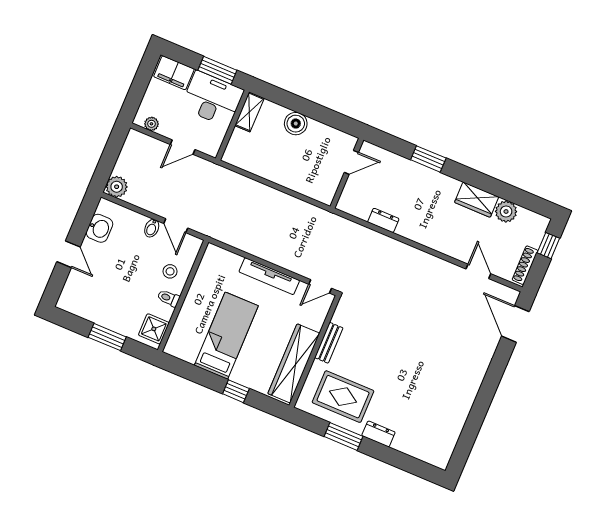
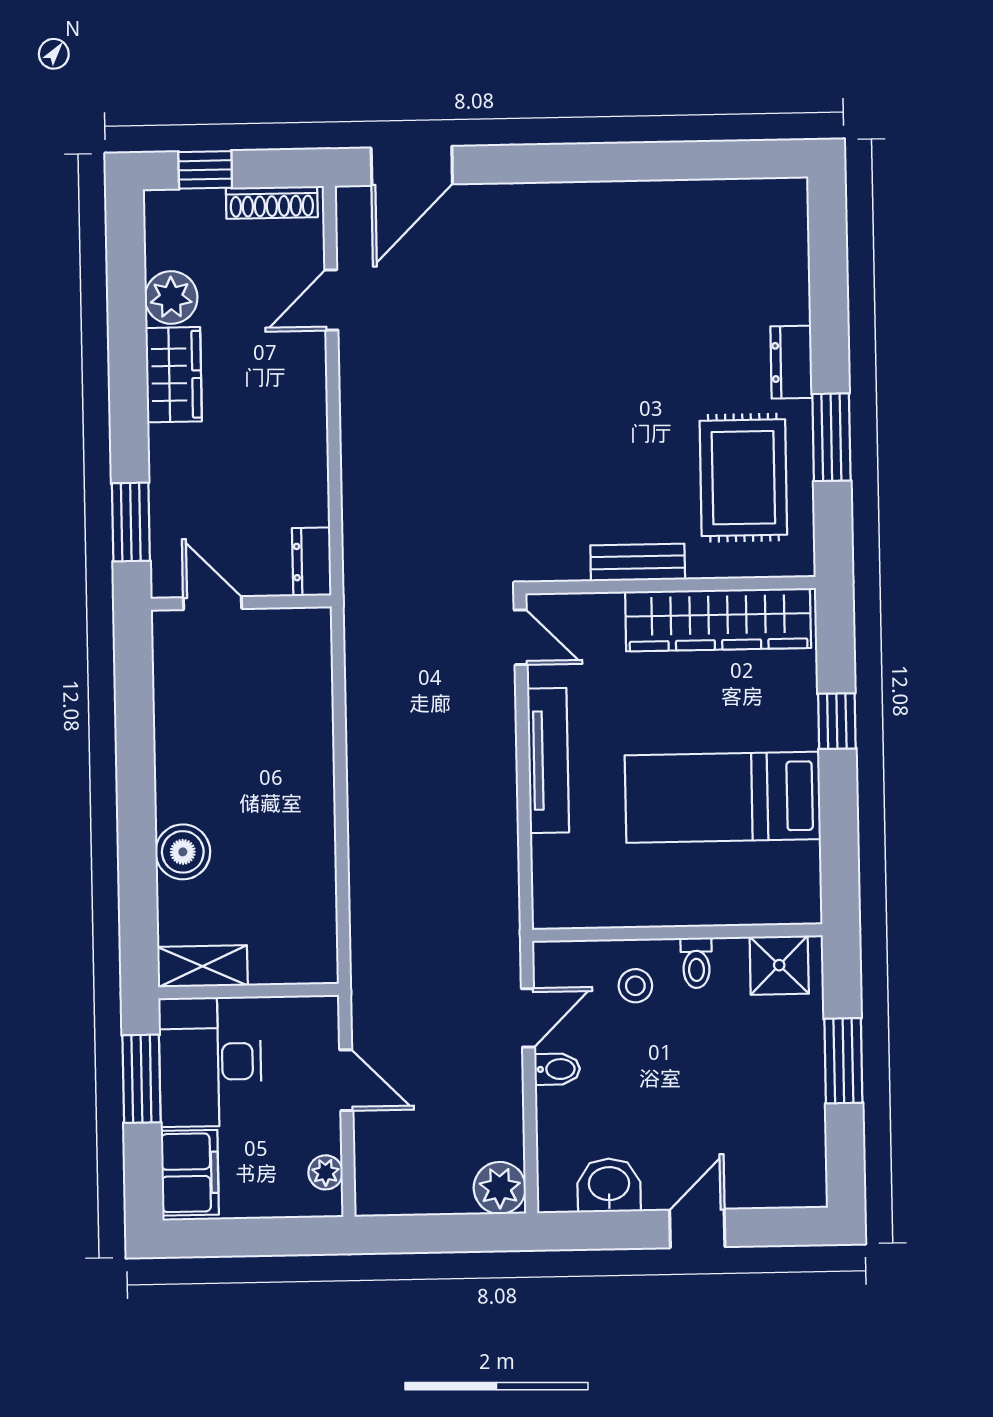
door: (351, 162) -> (213, 603), moved
wall: (347, 173) -> (241, 603), moved

